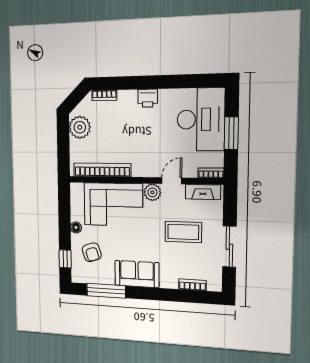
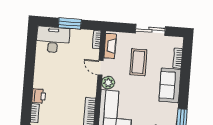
printer: (148, 98) -> (39, 96), moved
desk: (201, 119) -> (53, 40), width x0.73, depth x0.77
sofa: (137, 274) -> (170, 85), moved

